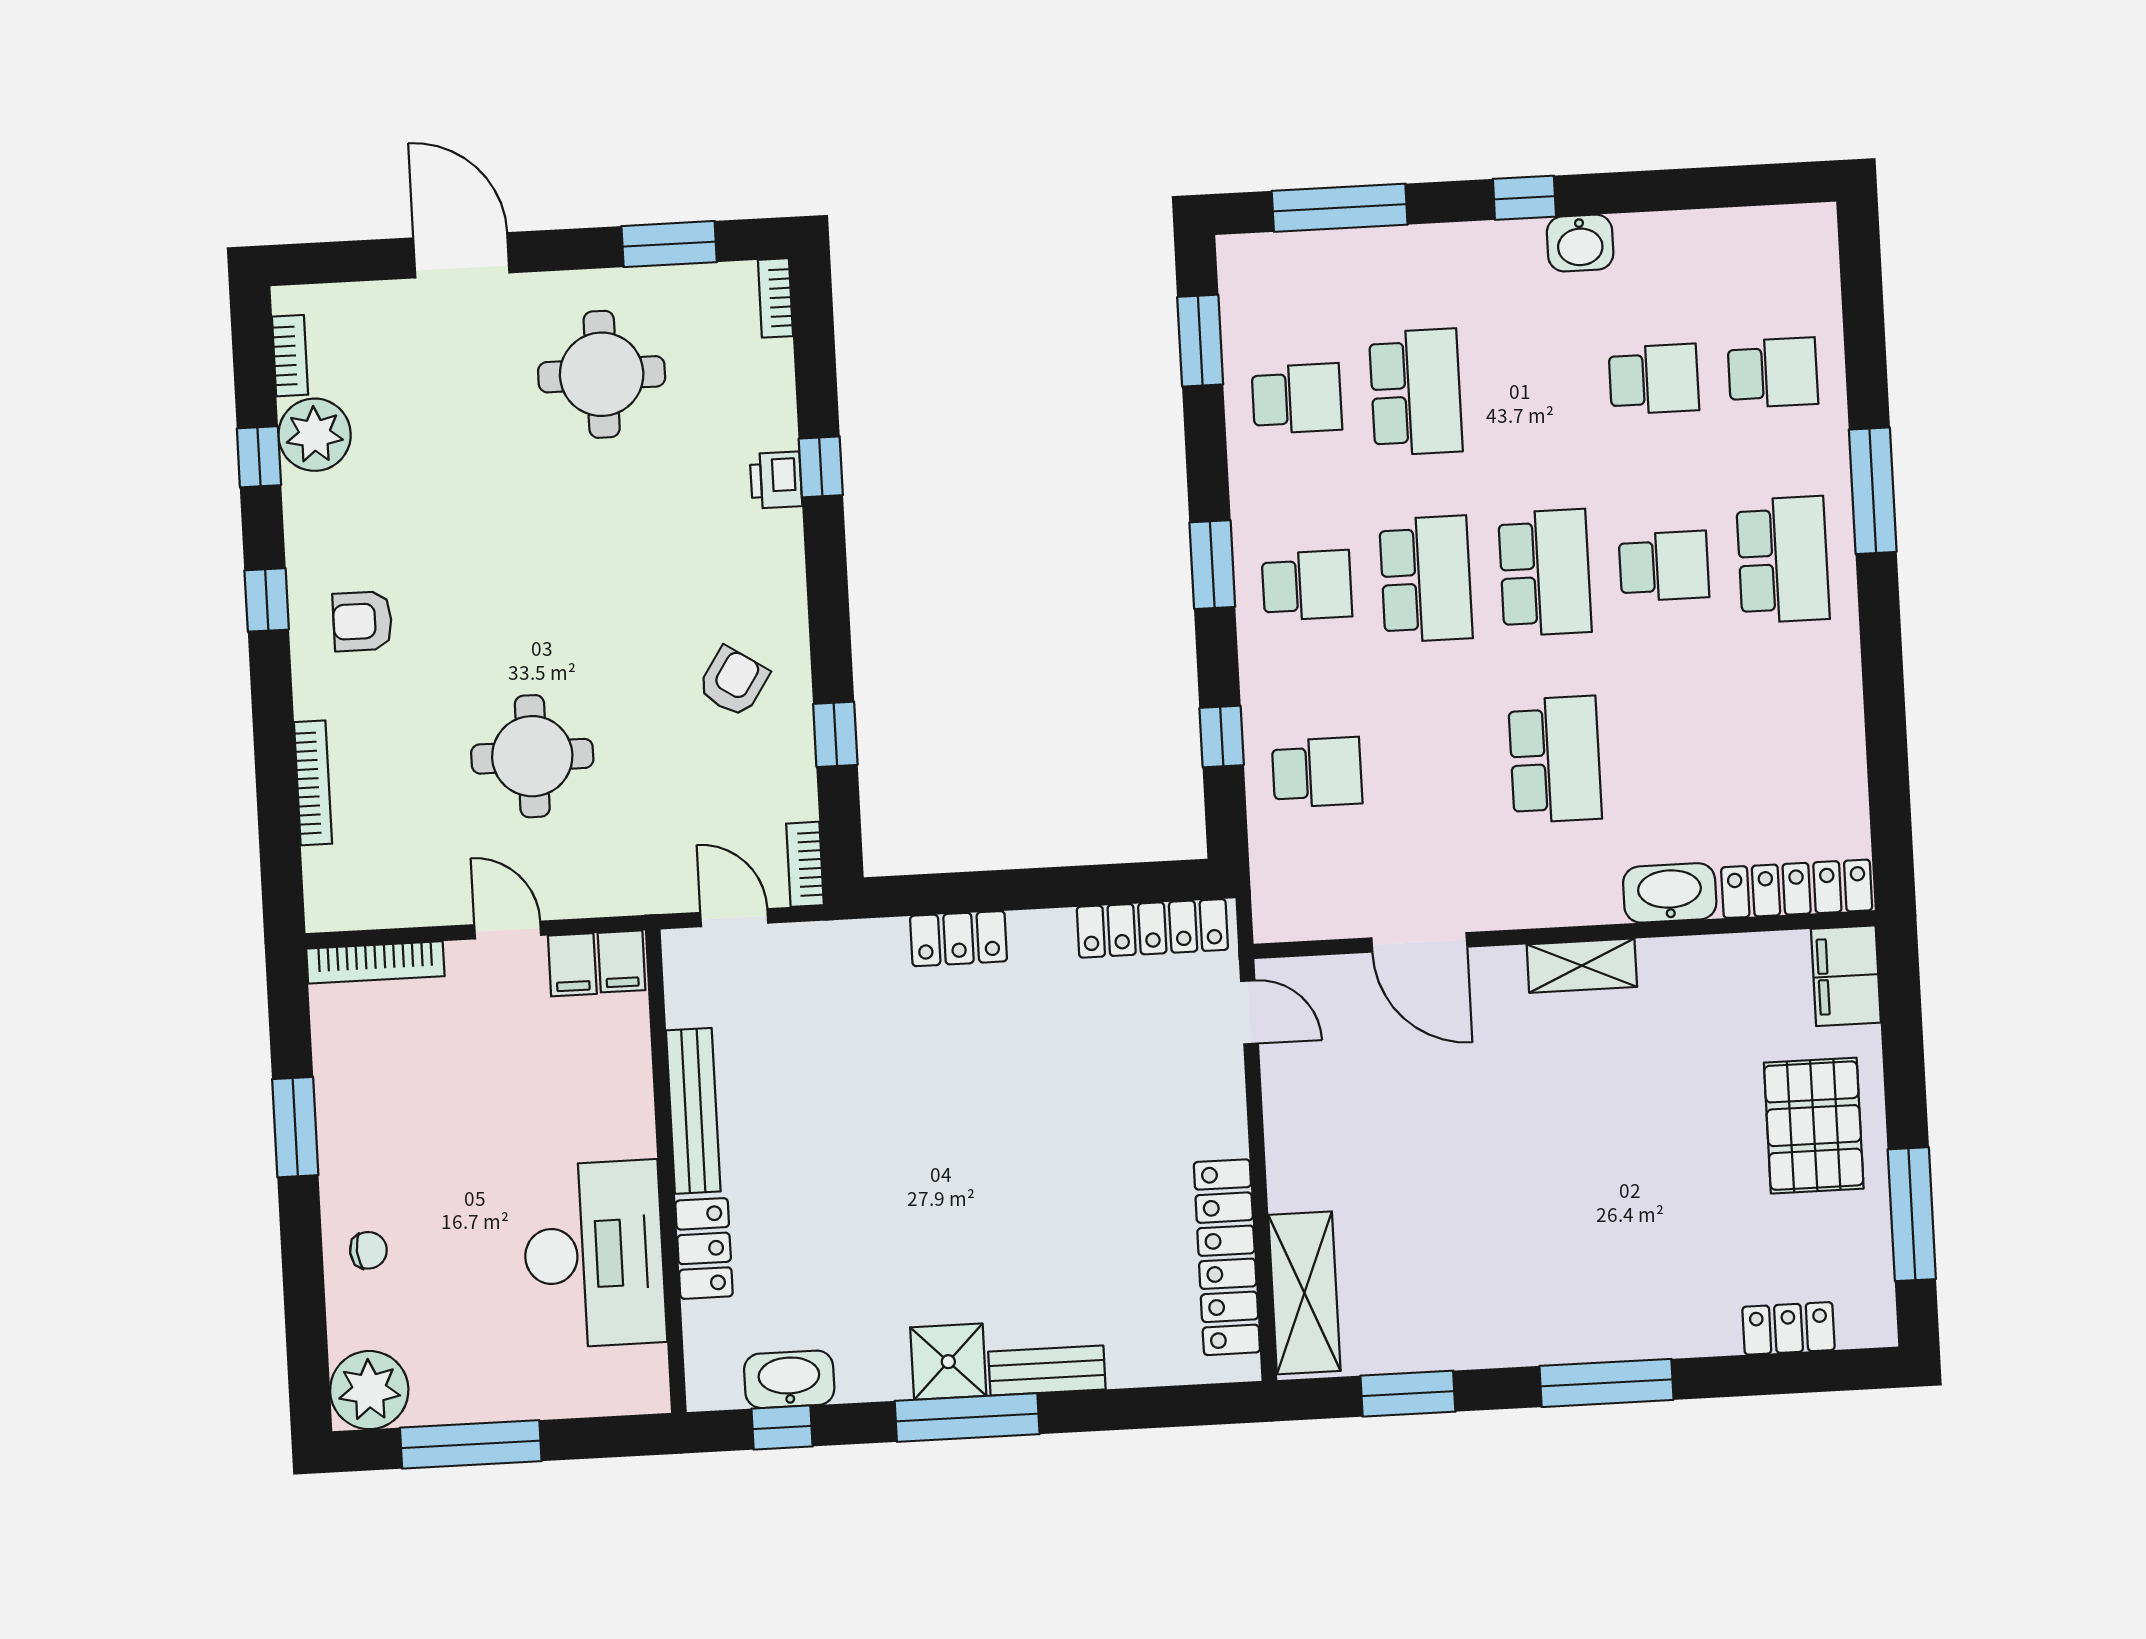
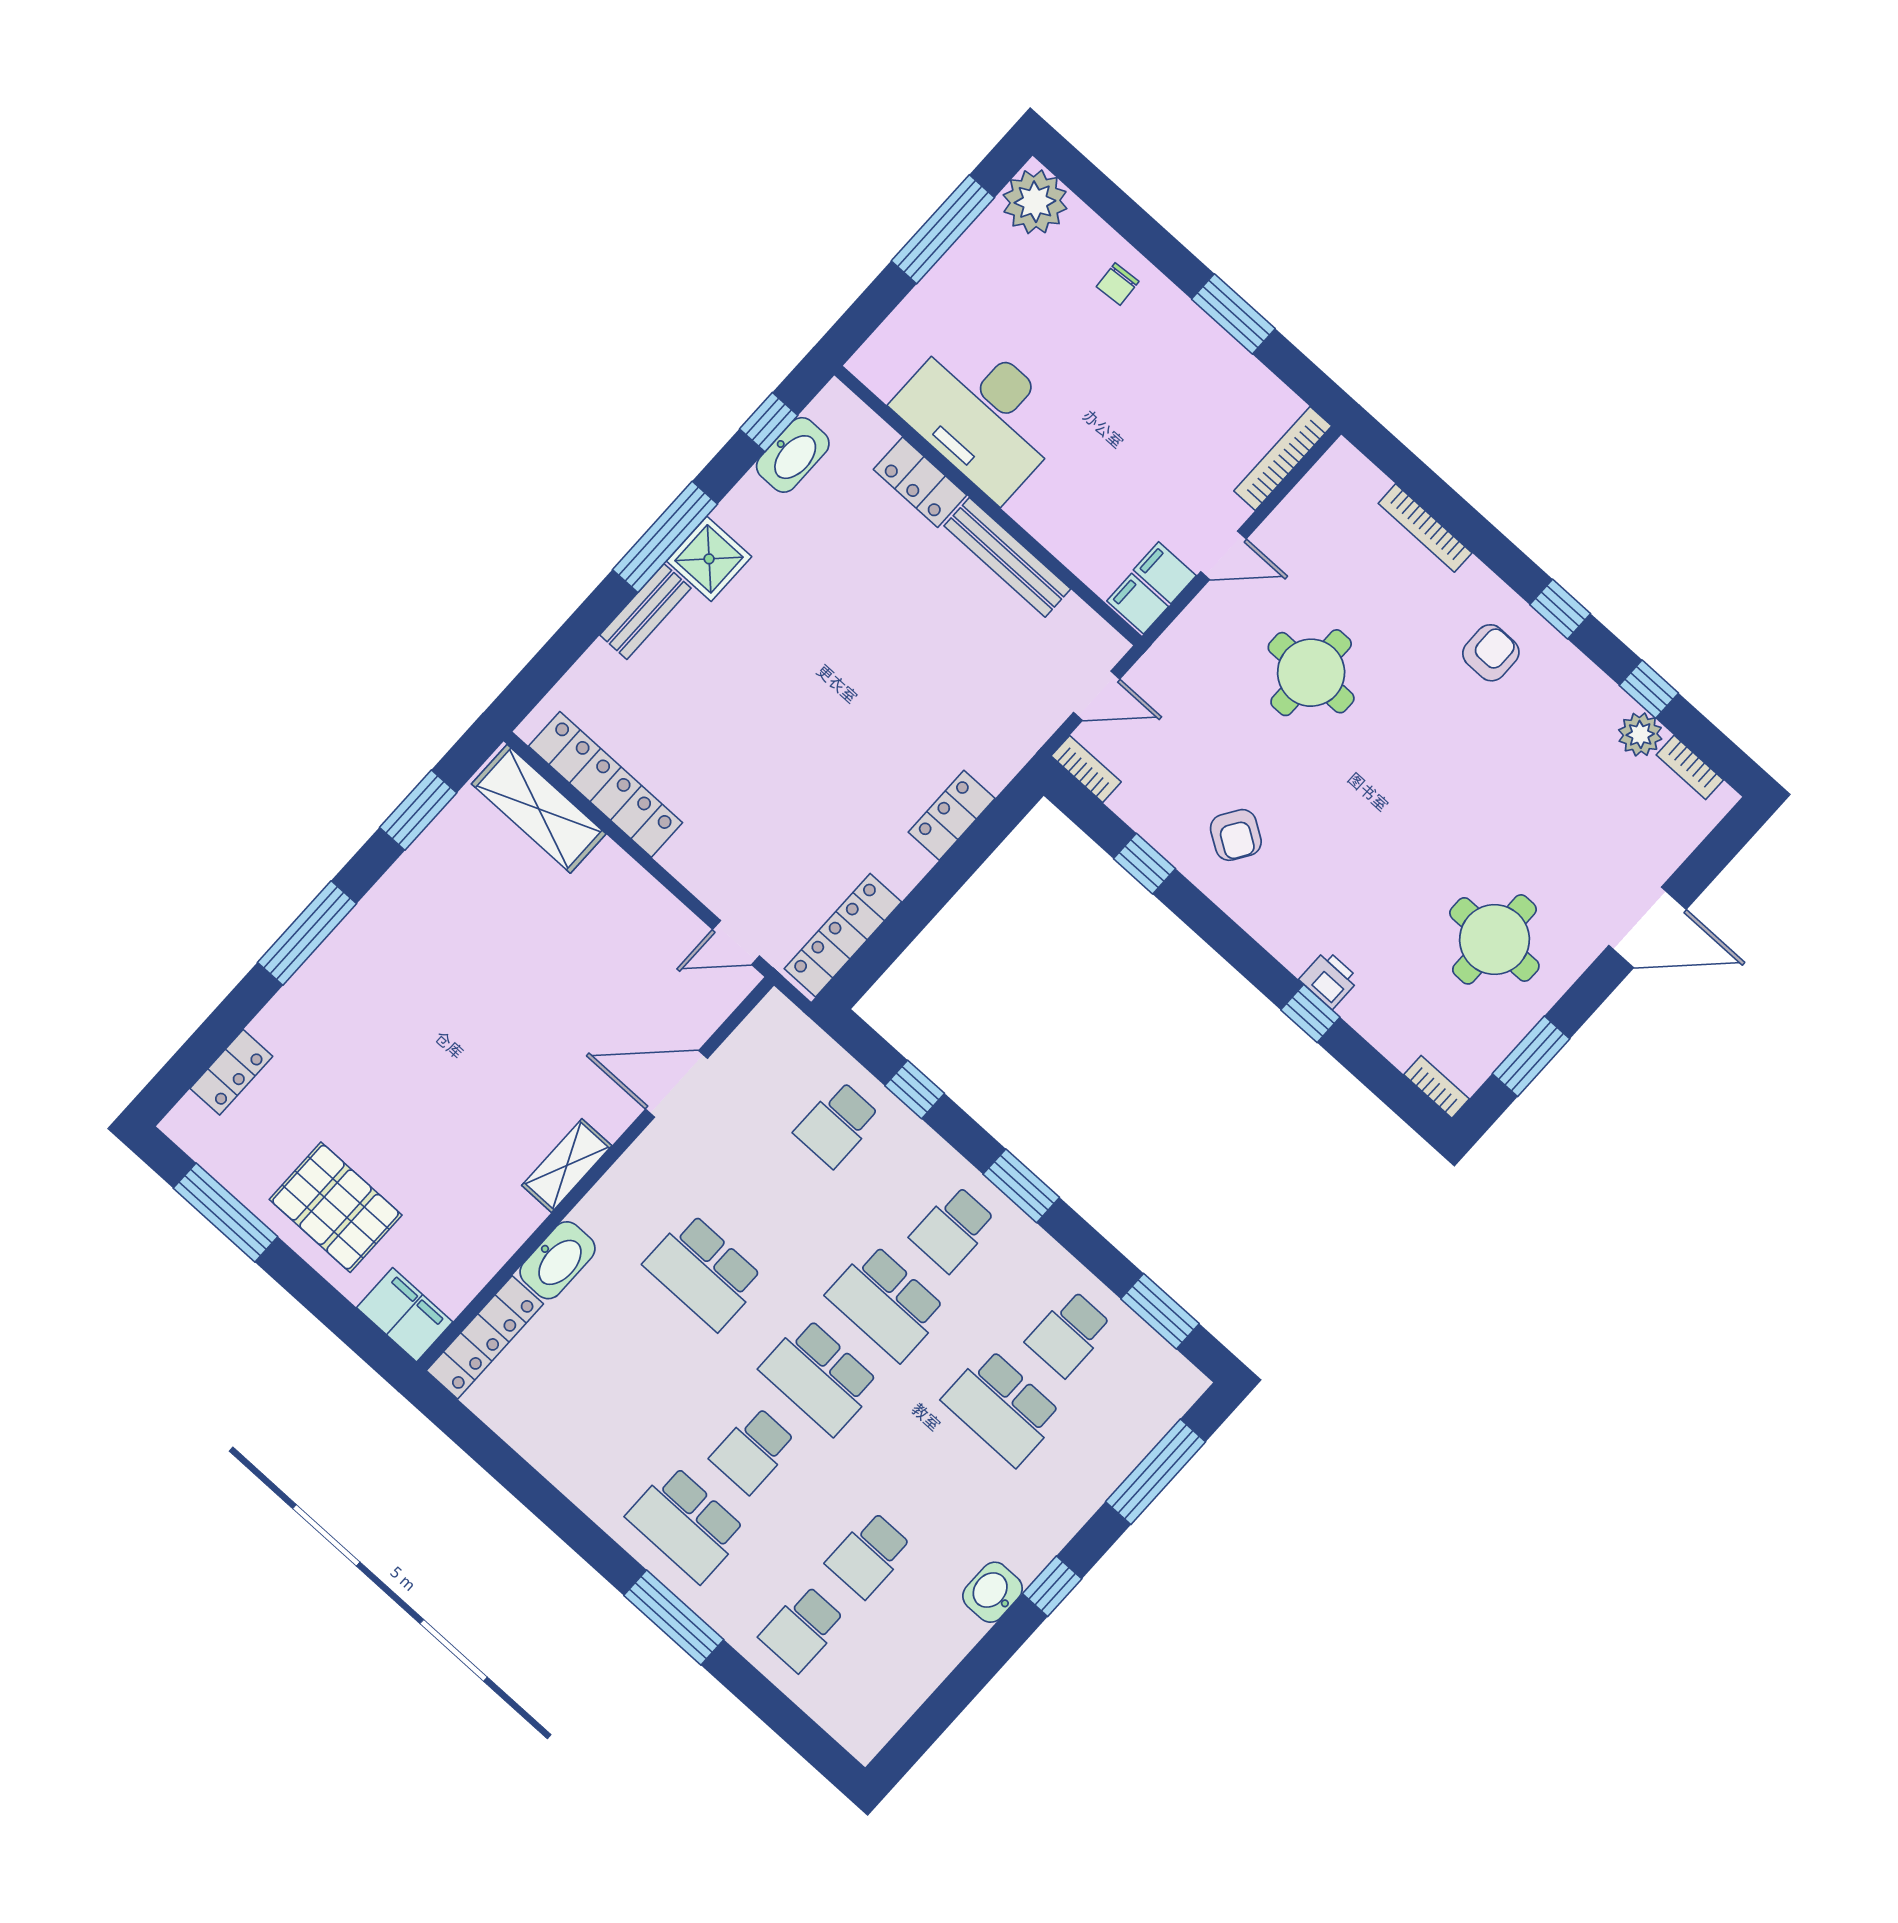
plant: (315, 435) -> (1640, 734), width x0.73, depth x0.73

